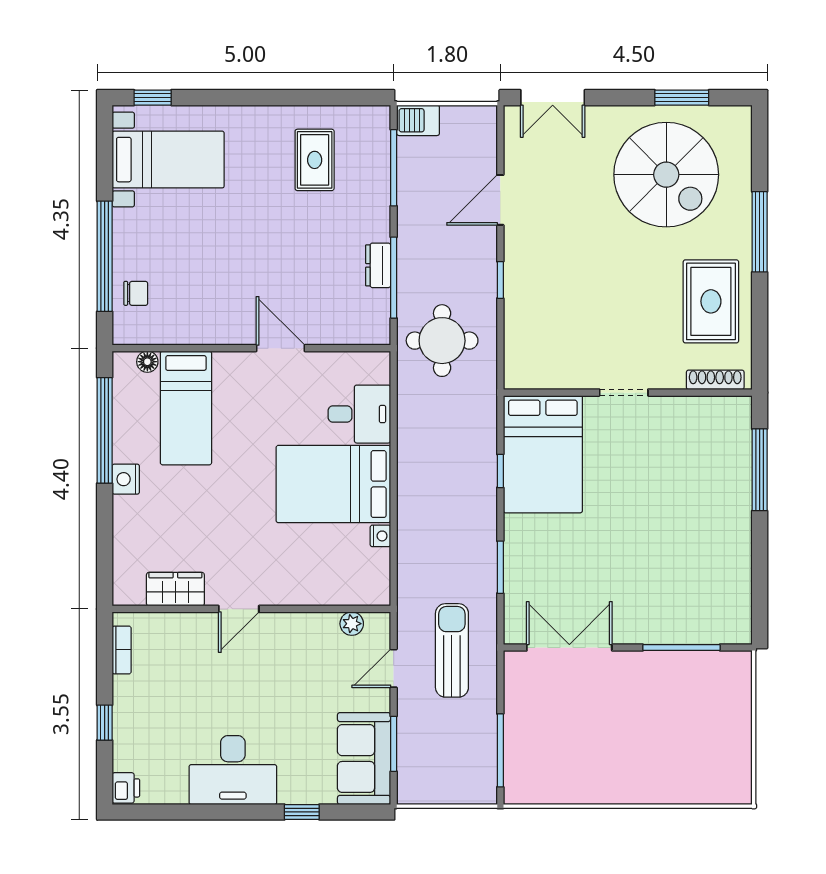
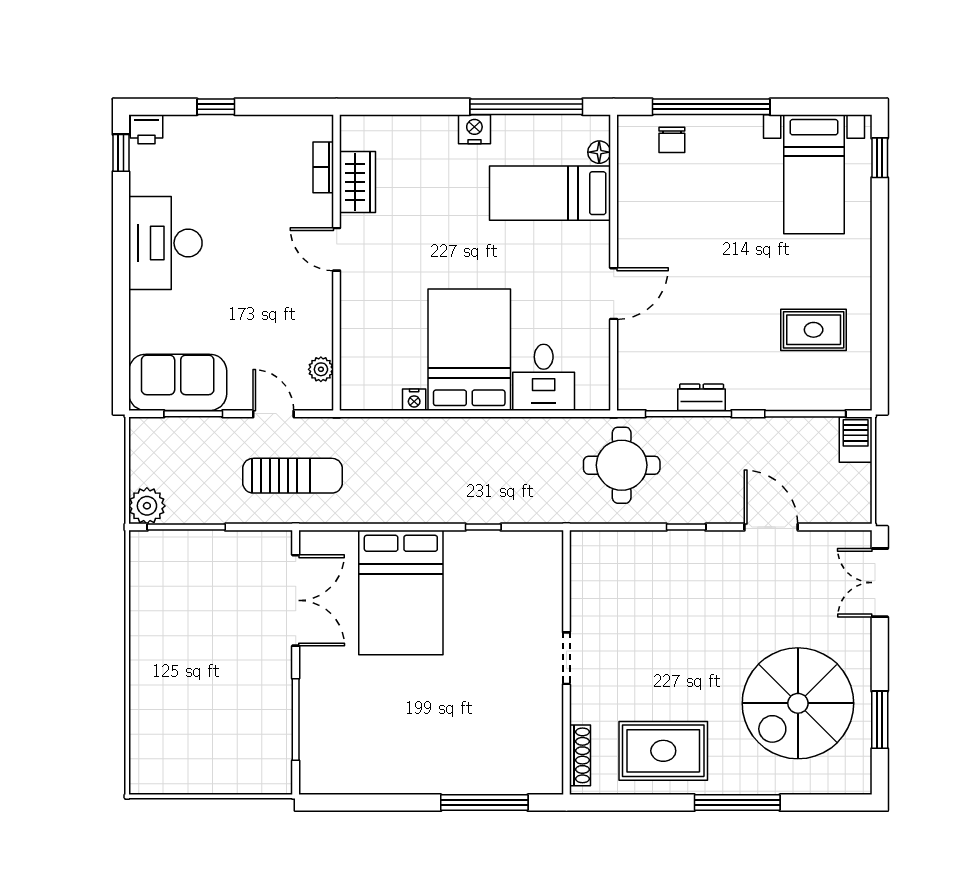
bed: (543, 454) -> (401, 593), moved, turned -90
window: (500, 567) -> (381, 527), removed
bookcase: (122, 650) -> (323, 167), moved, turned 90
plant: (480, 787) -> (147, 506), added
window: (302, 812) -> (121, 153), moved

